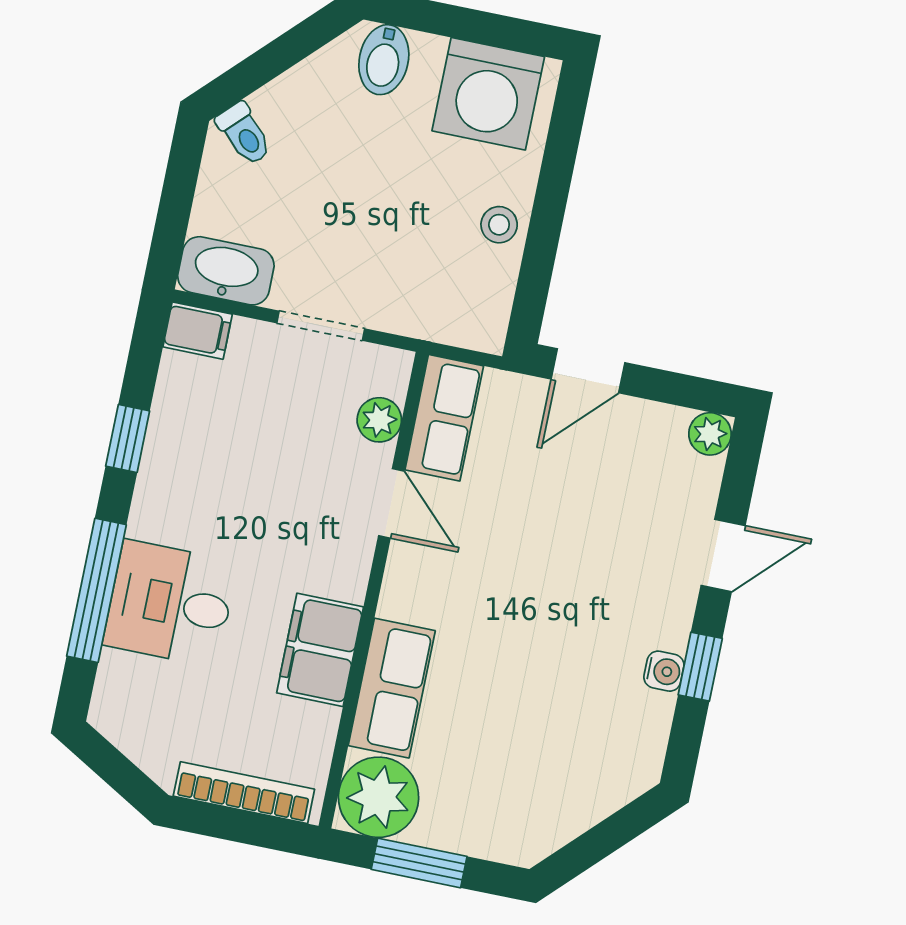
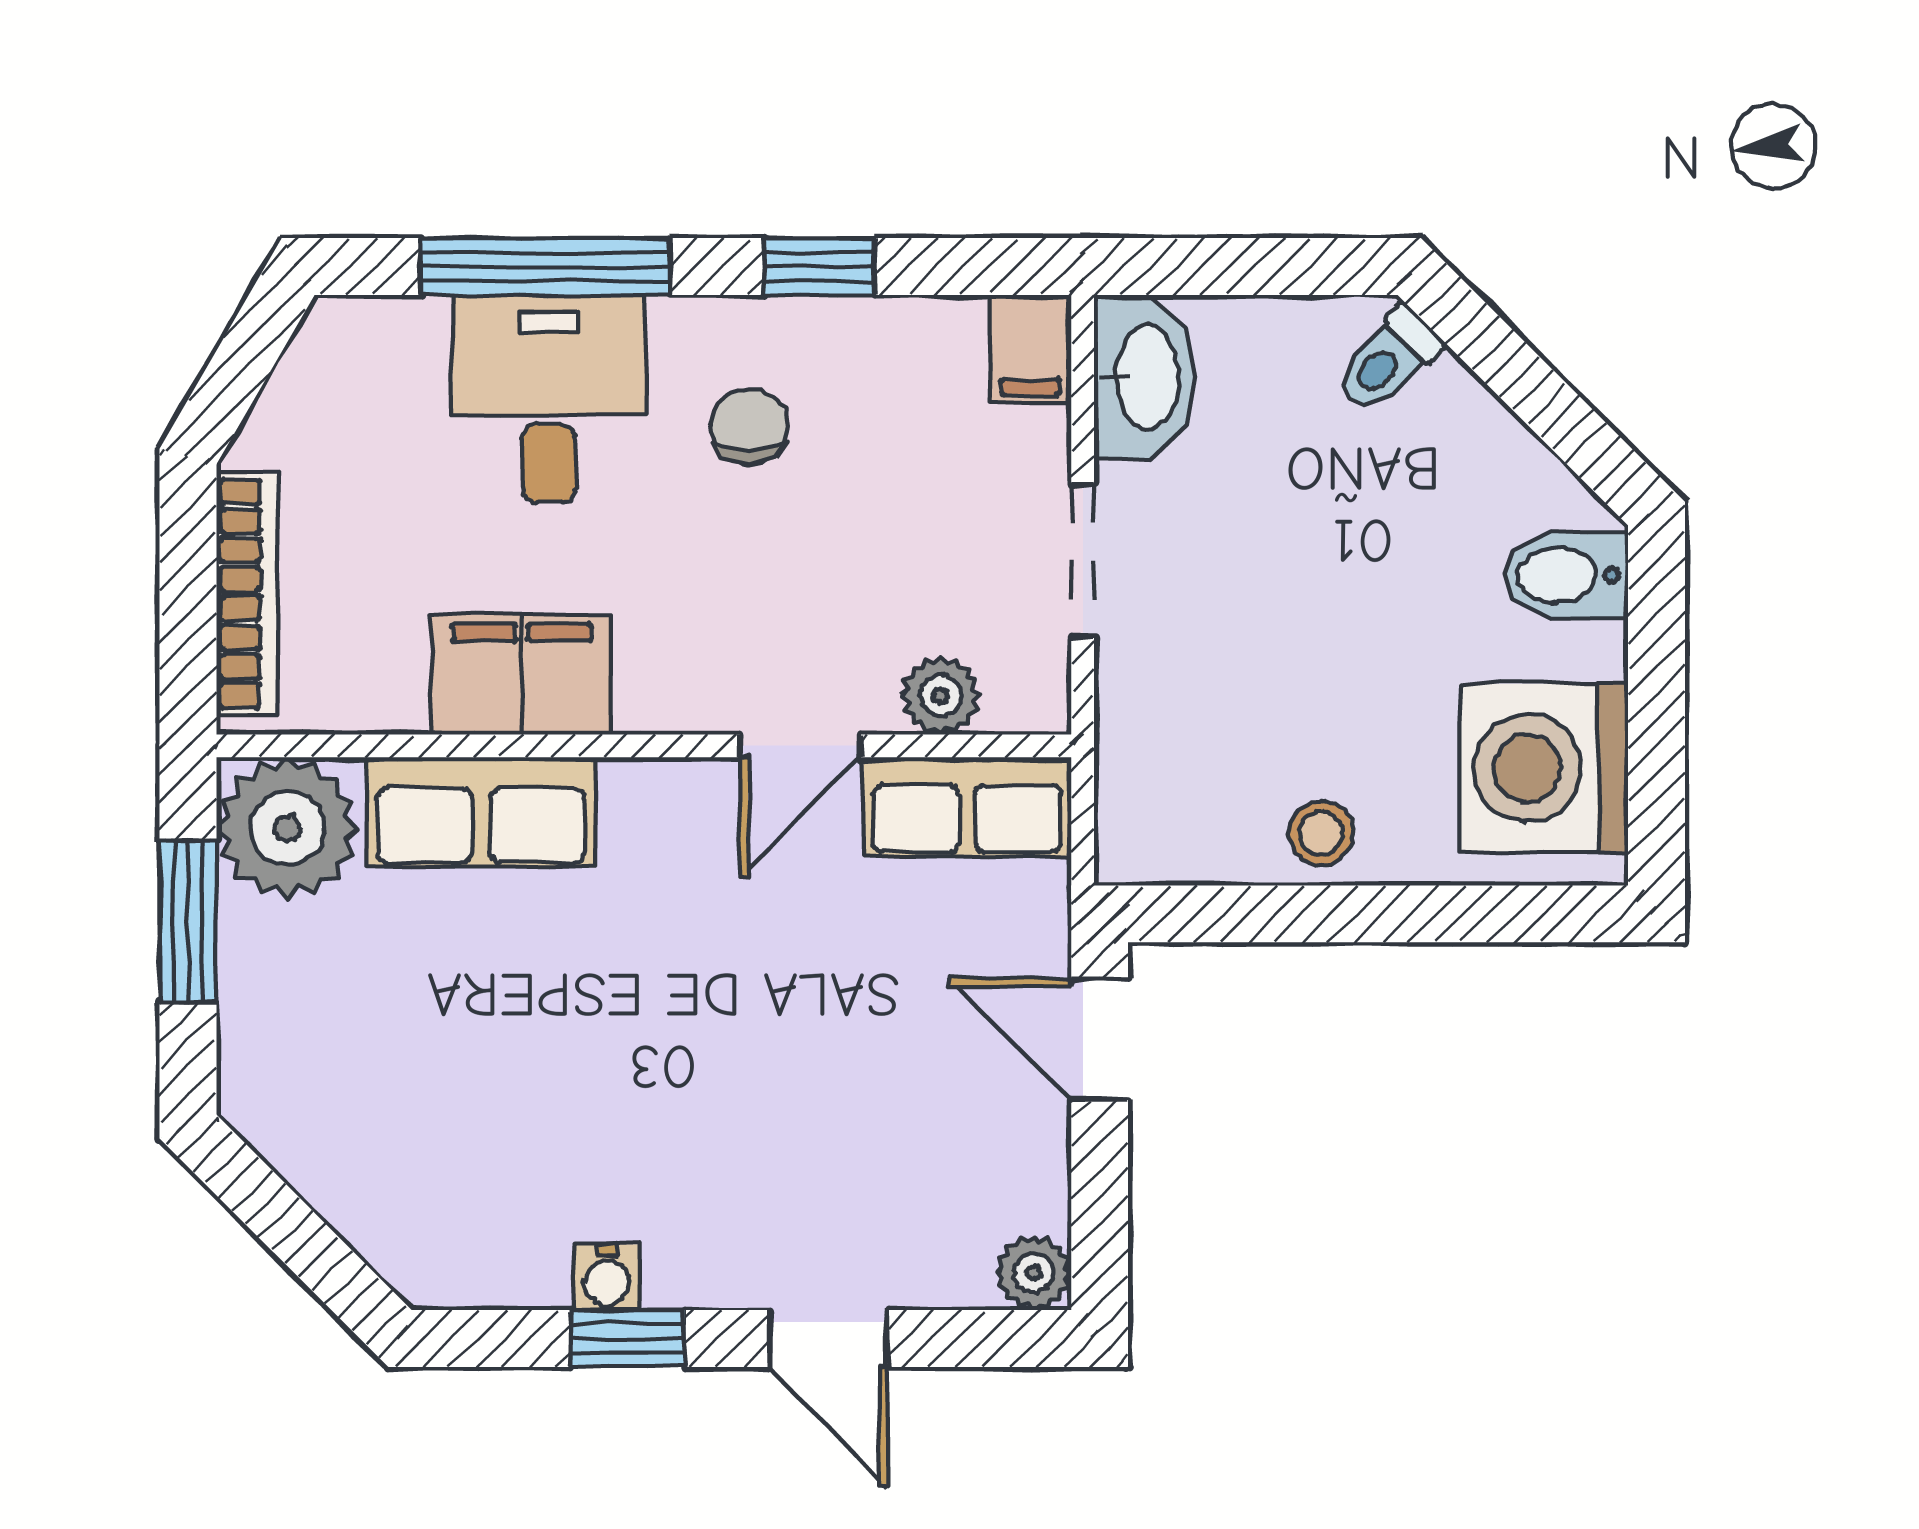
chair: (208, 495) -> (749, 427), added

